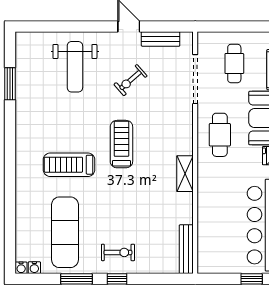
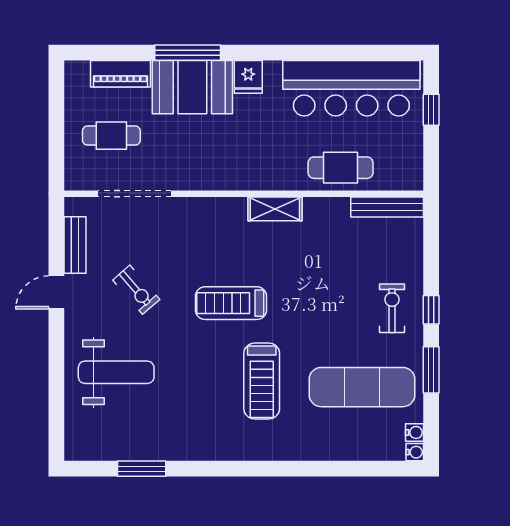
cafe table: (220, 135) -> (341, 168), moved

